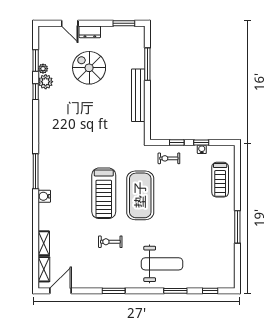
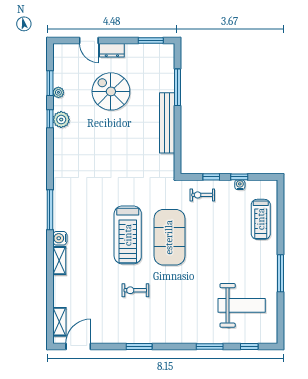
plant: (46, 82) -> (61, 120), moved
shelving: (44, 243) -> (59, 261), moved
weight bench: (162, 264) -> (242, 305), moved

